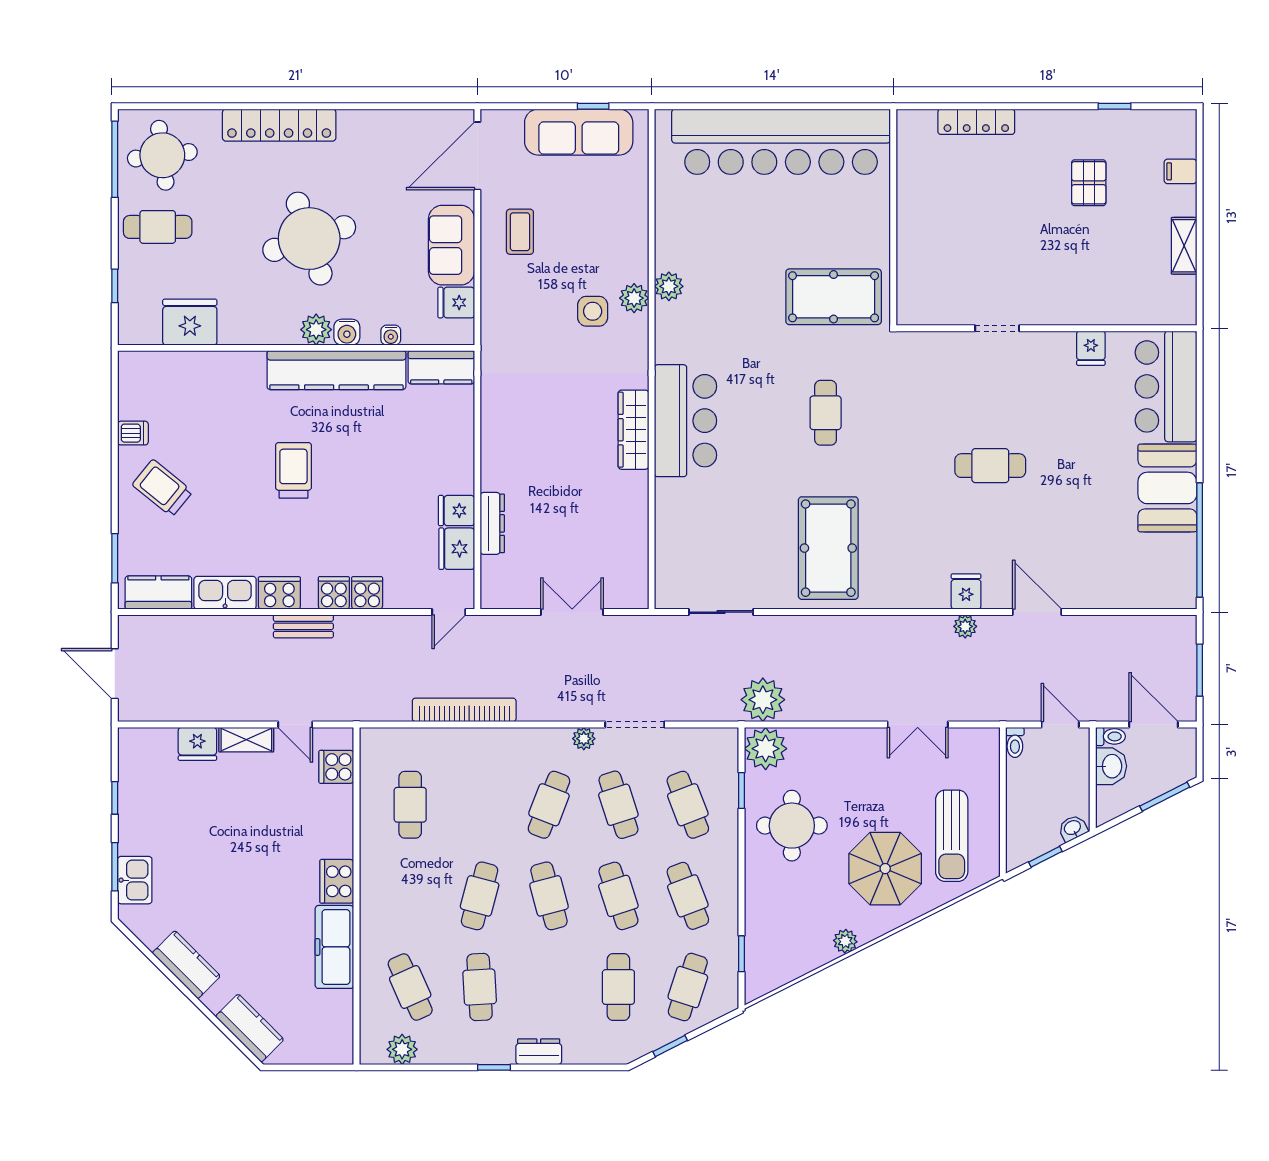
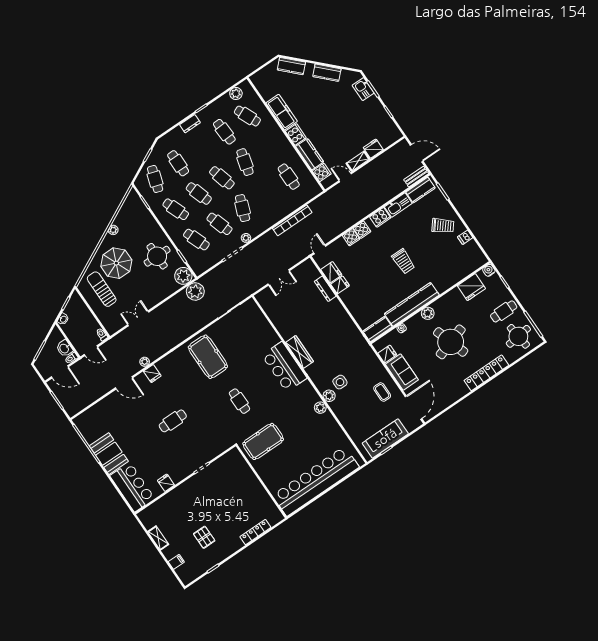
water cooler: (347, 332) -> (489, 270), moved
bench: (303, 626) -> (416, 177), moved
kitchen counter: (336, 821) -> (310, 154), added

